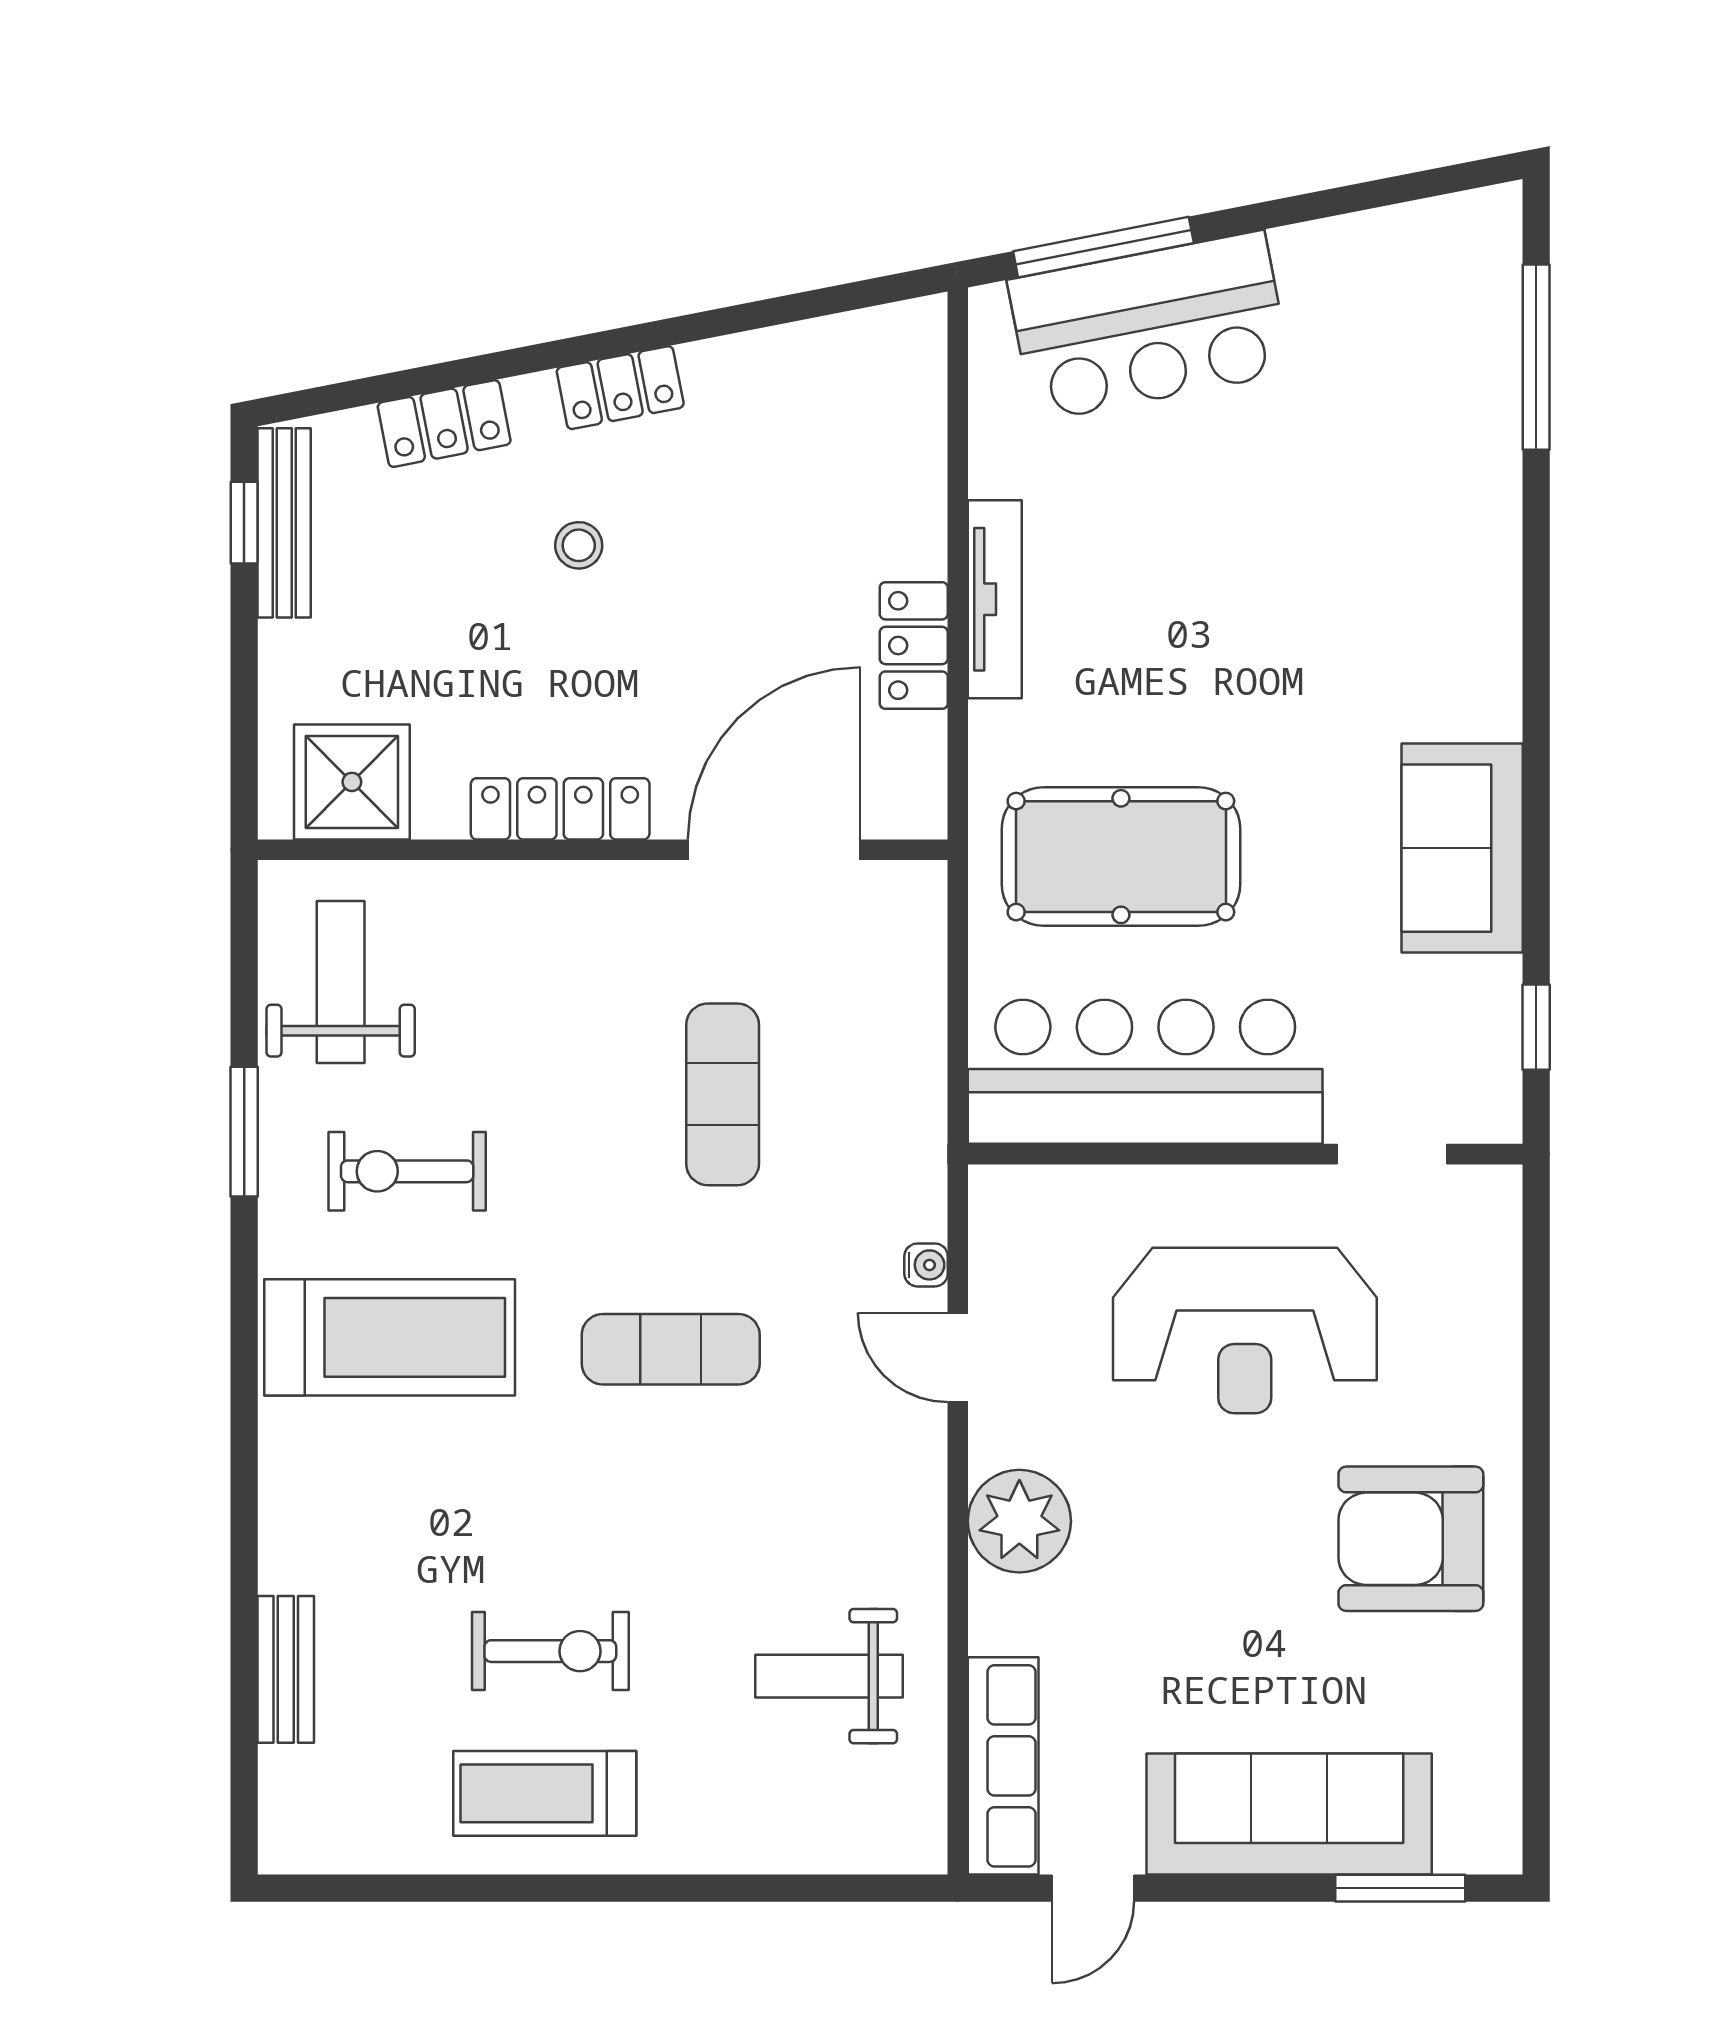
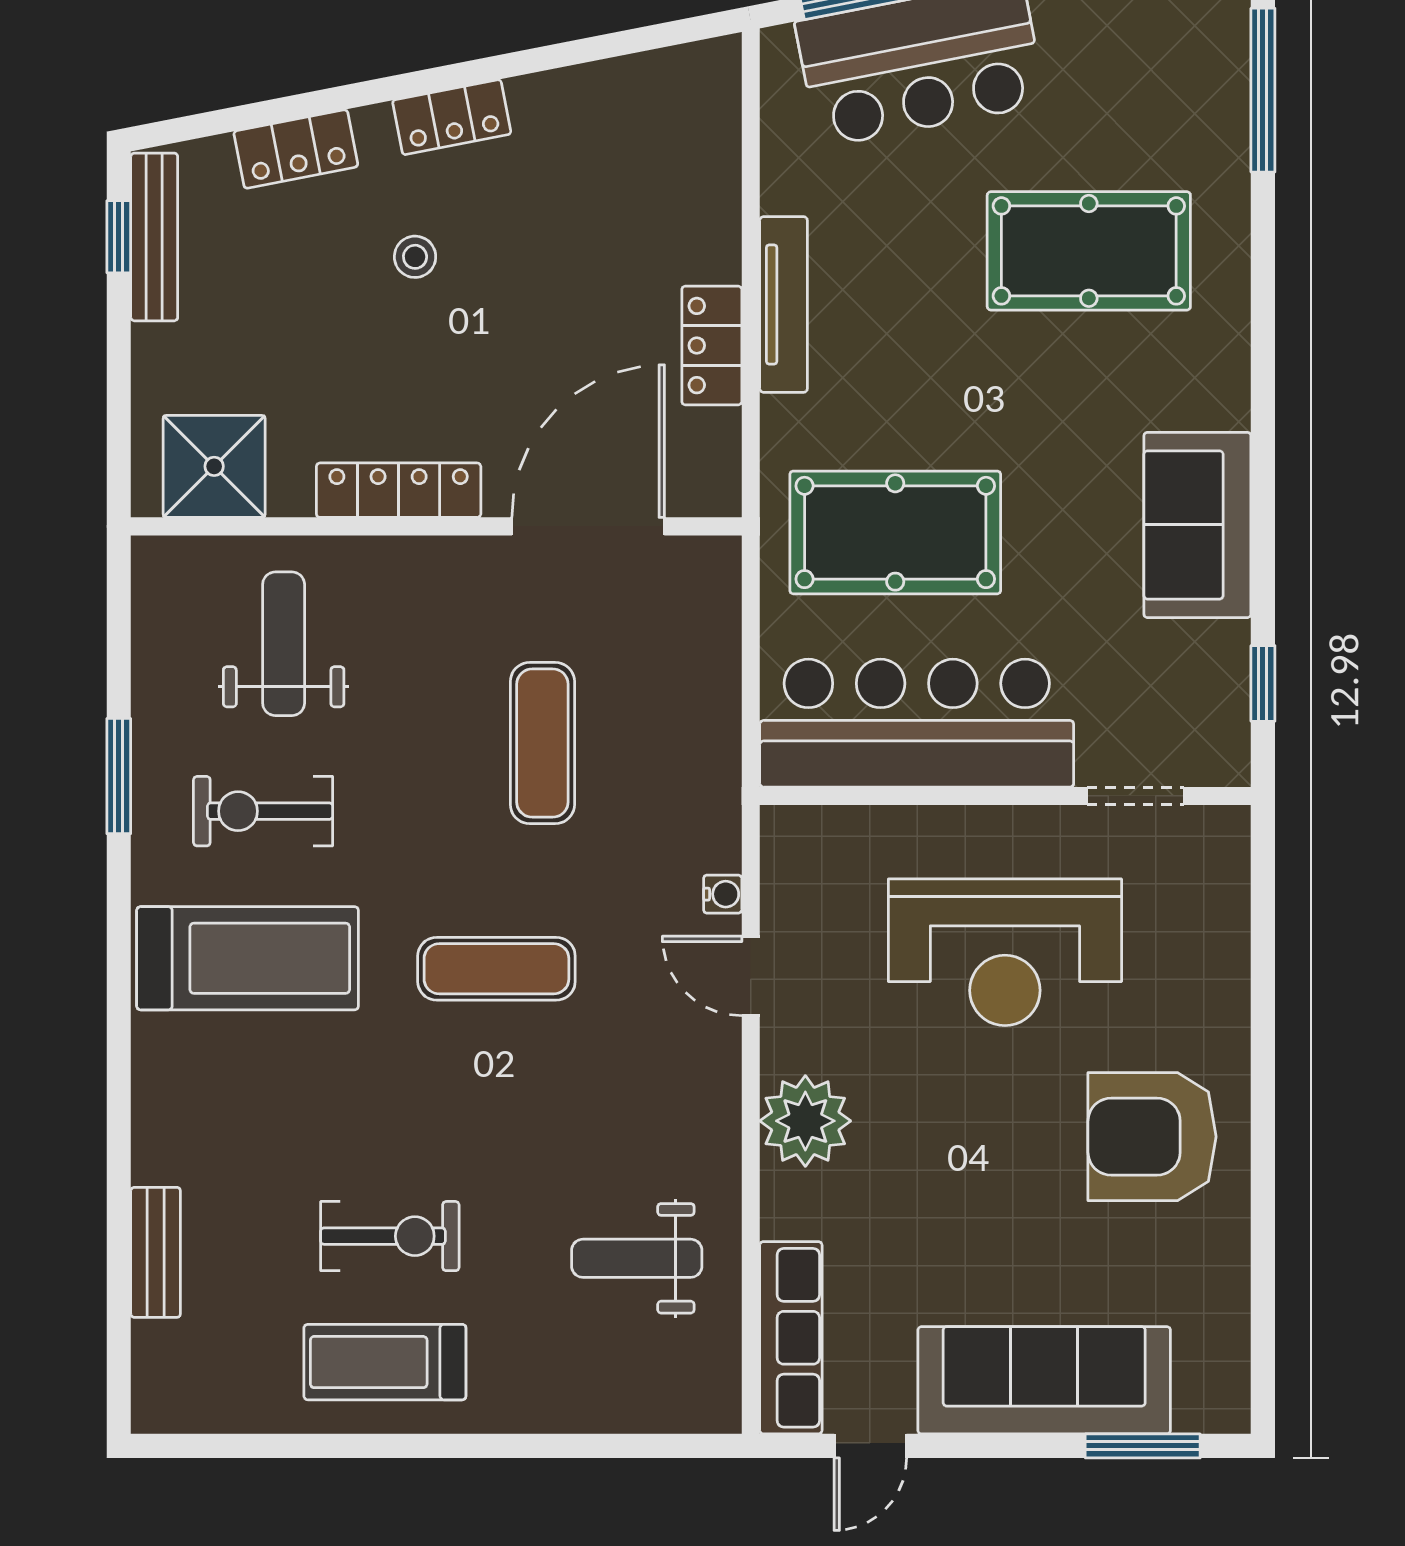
pool table: (1340, 539) -> (1089, 251), added
weight bench: (341, 982) -> (284, 644), moved

